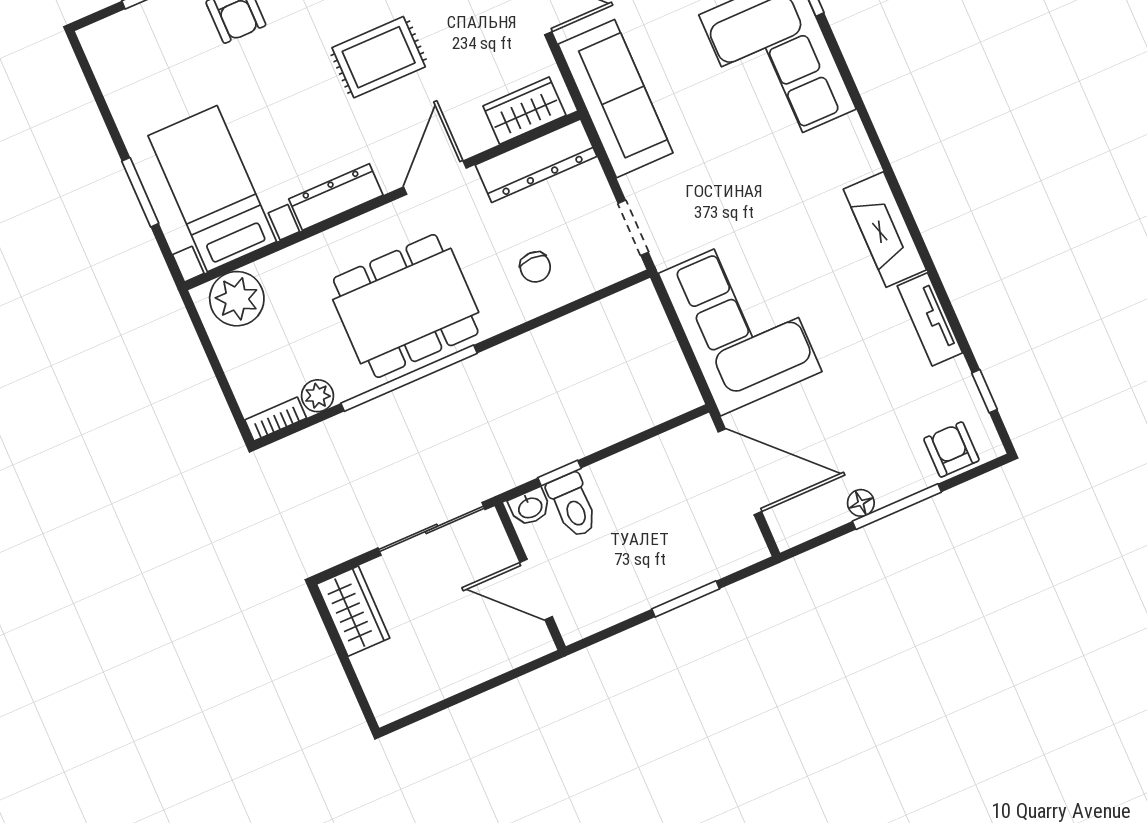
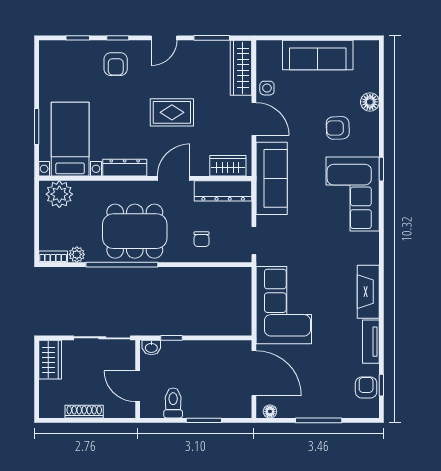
armchair: (951, 449) -> (366, 387), moved
floor lamp: (861, 503) -> (270, 411), moved
toilet: (573, 505) -> (173, 403), moved, turned 180
shoe rack: (458, 679) -> (84, 412), added

